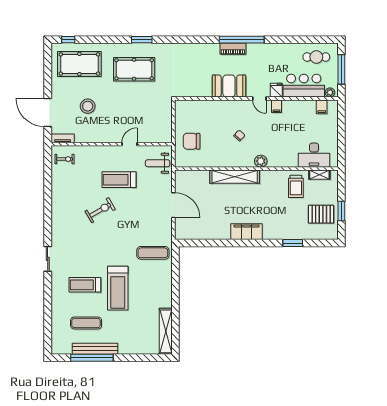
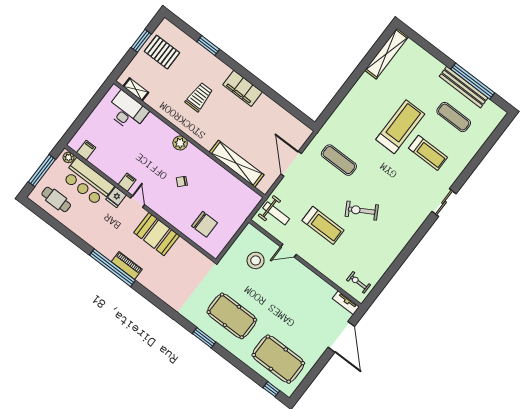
stool: (88, 106) -> (256, 260), moved
chair: (192, 141) -> (205, 224), moved
shelving: (235, 177) -> (237, 164), moved
trolley: (296, 186) -> (199, 97), moved
exercise mat: (153, 253) -> (339, 160), moved

